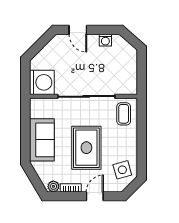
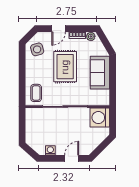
door: (78, 30) -> (72, 158), hinge flipped

